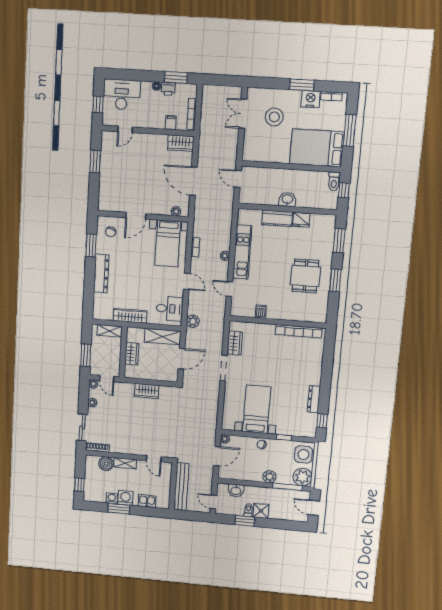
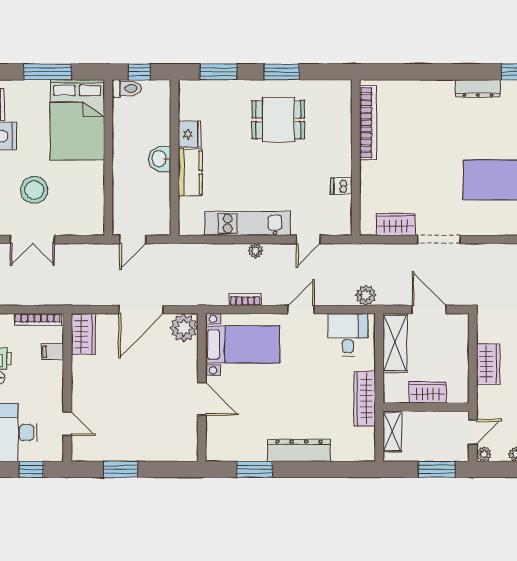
plant: (176, 211) -> (184, 328), width x1.88, depth x1.88
chair: (111, 232) -> (231, 438), removed

